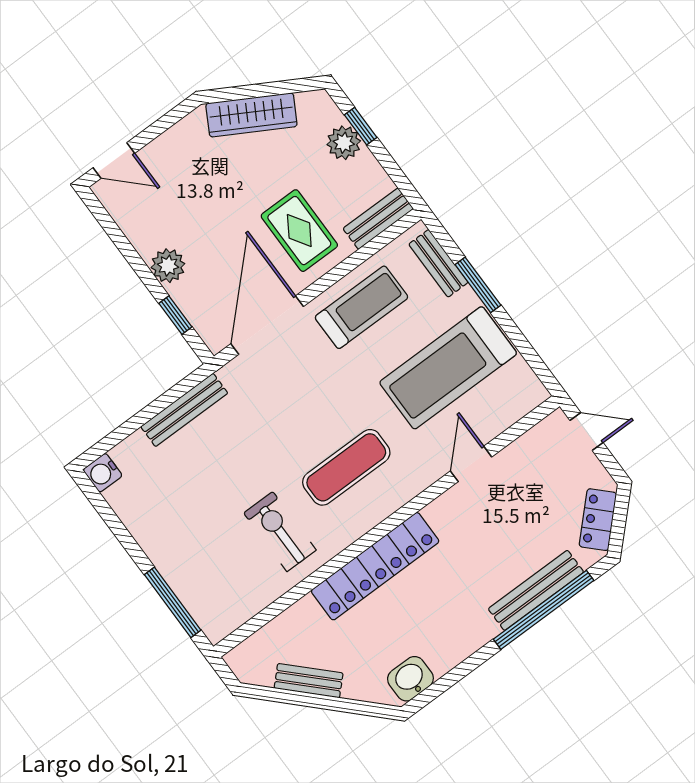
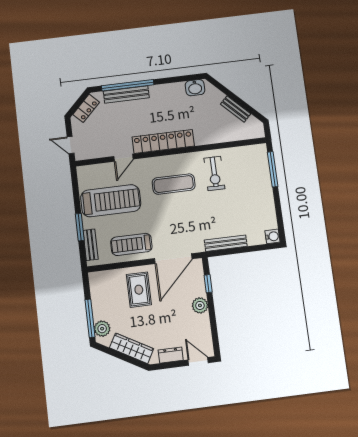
window: (361, 126) -> (90, 318), width x2.17
dresser: (171, 143) -> (171, 355), added
plant: (344, 143) -> (102, 329), moved
bench: (378, 219) -> (104, 276), removed
locker: (375, 566) -> (163, 141), moved

